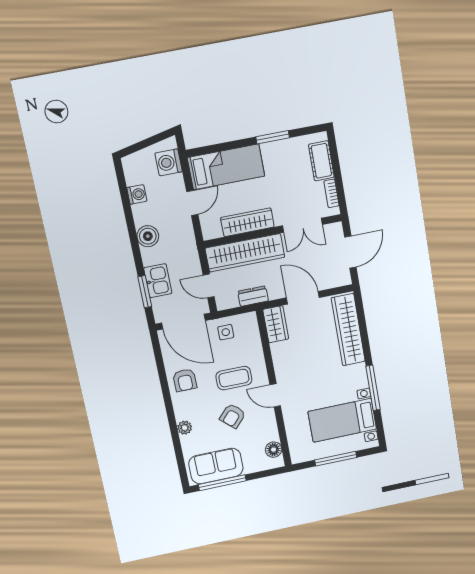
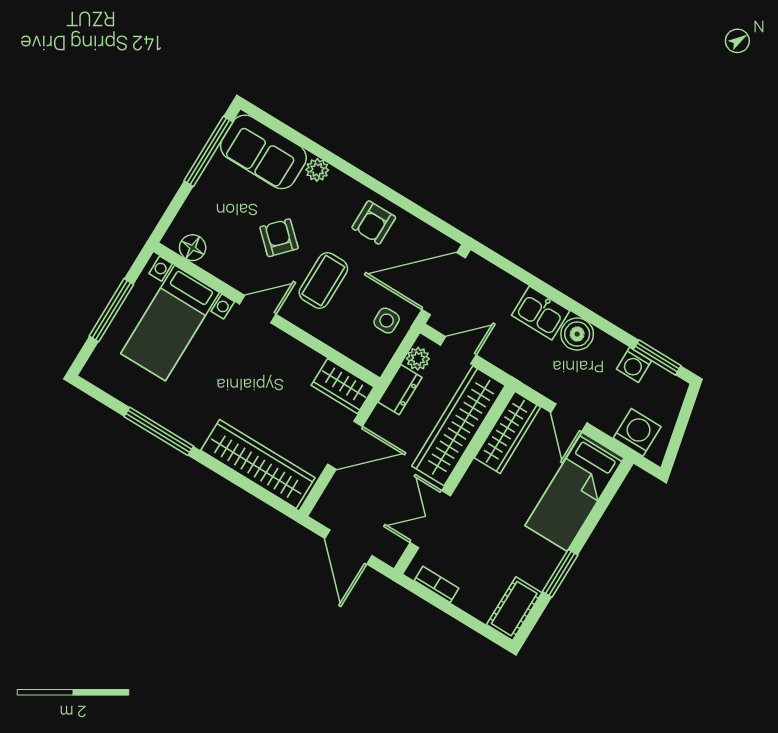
cot: (321, 161) -> (514, 609), moved, turned 90
wardrobe: (247, 222) -> (507, 432), moved
kitchen sink: (158, 281) -> (541, 313), moved
window: (145, 292) -> (657, 357), moved
plant: (230, 301) -> (418, 359), added
armchair: (185, 380) -> (374, 222), turned -90
bed with nightstands: (342, 420) -> (170, 323), moved, turned 180
sofa: (216, 466) -> (263, 152), moved, turned 90

